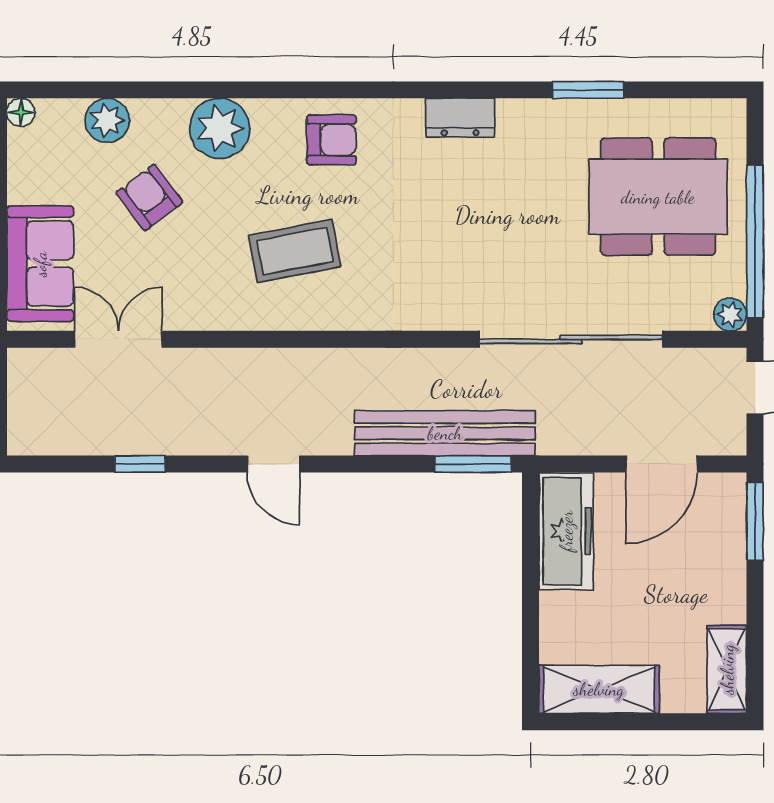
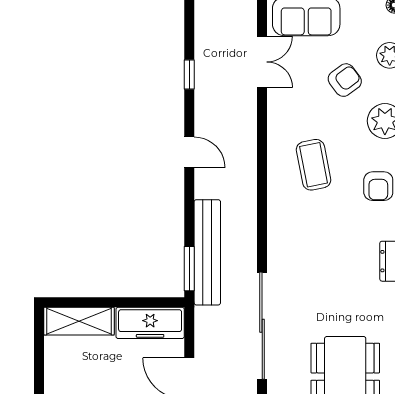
door: (273, 464) -> (189, 152), swing flipped
shelving: (599, 689) -> (79, 321), moved, turned 90

